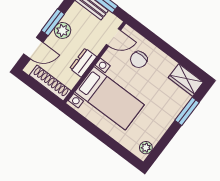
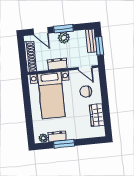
wardrobe: (186, 80) -> (97, 115), moved
window: (187, 111) -> (64, 144), moved
dresser: (157, 132) -> (57, 136), added

